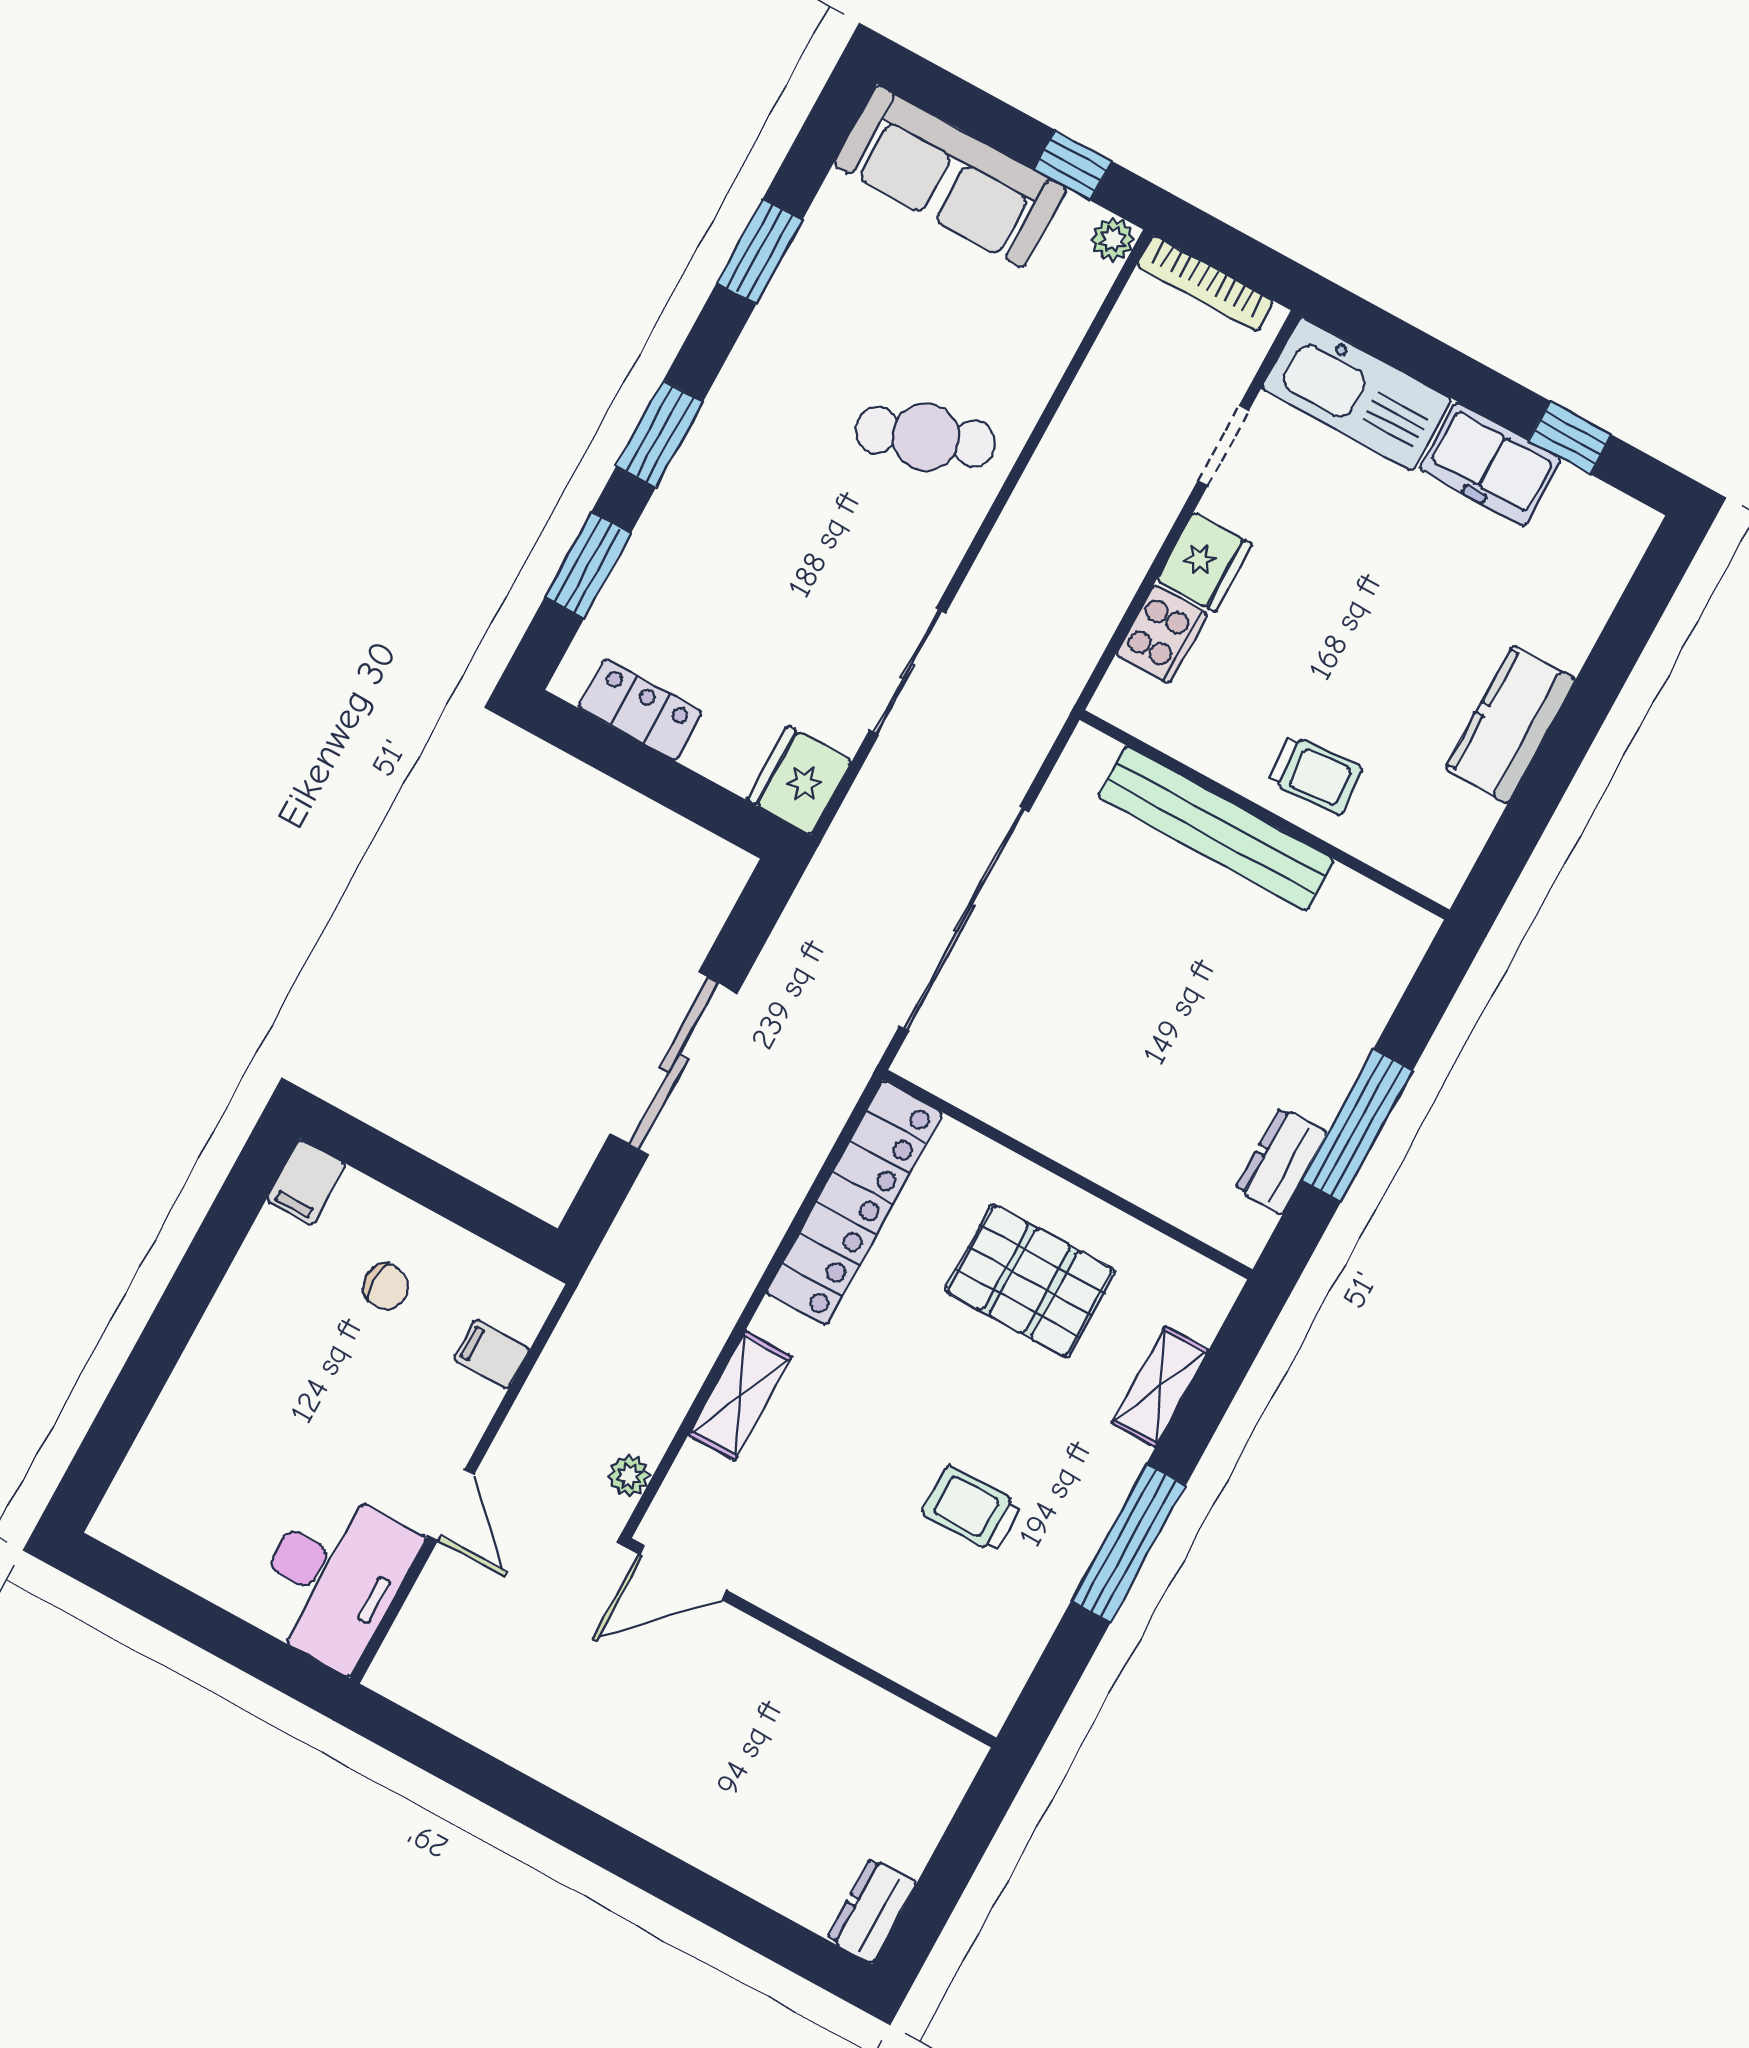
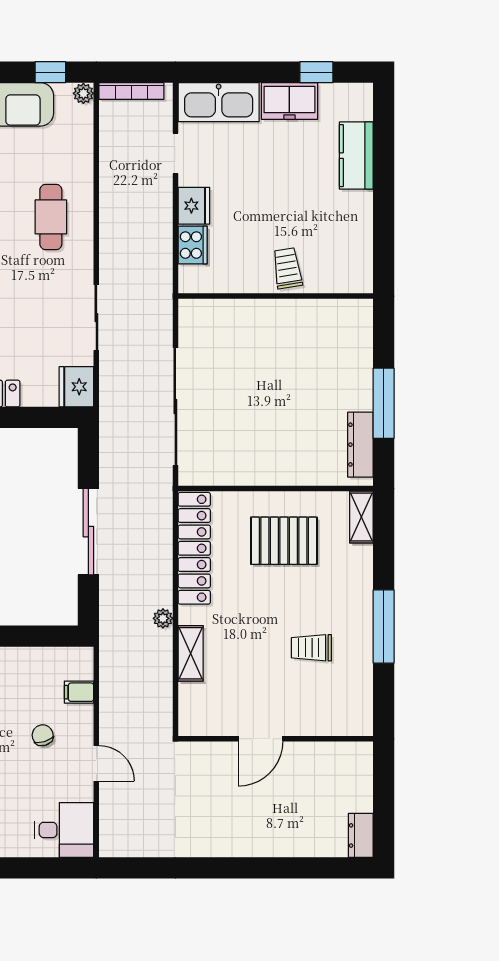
cafe table: (925, 437) -> (51, 217), turned -69
kitchen counter: (1510, 724) -> (356, 156), moved
trolley: (1315, 775) -> (287, 268), turned -95
bench: (1216, 828) -> (259, 313), removed
dresser: (1281, 1161) -> (360, 445), width x1.44
chair: (386, 1287) -> (43, 735), moved, turned -107
shelving: (1160, 1387) -> (361, 517), moved
plant: (629, 1476) -> (163, 618), moved
door: (683, 1572) -> (260, 739), moved
desk: (333, 1578) -> (64, 830), width x0.73

